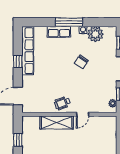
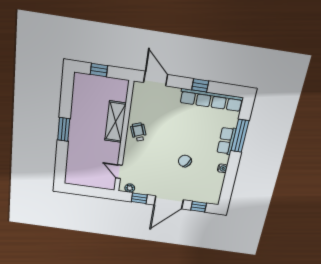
window: (69, 22) -> (240, 136), moved
plant: (95, 34) -> (214, 181), removed
door: (83, 114) -> (119, 172), moved

